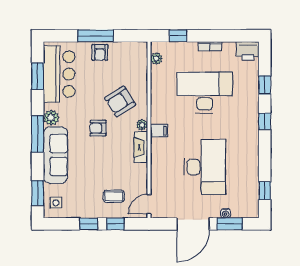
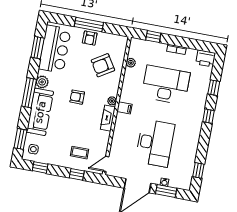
plant: (156, 59) -> (131, 63), moved
armchair: (120, 101) -> (103, 65), moved
window: (89, 224) -> (40, 167), moved

